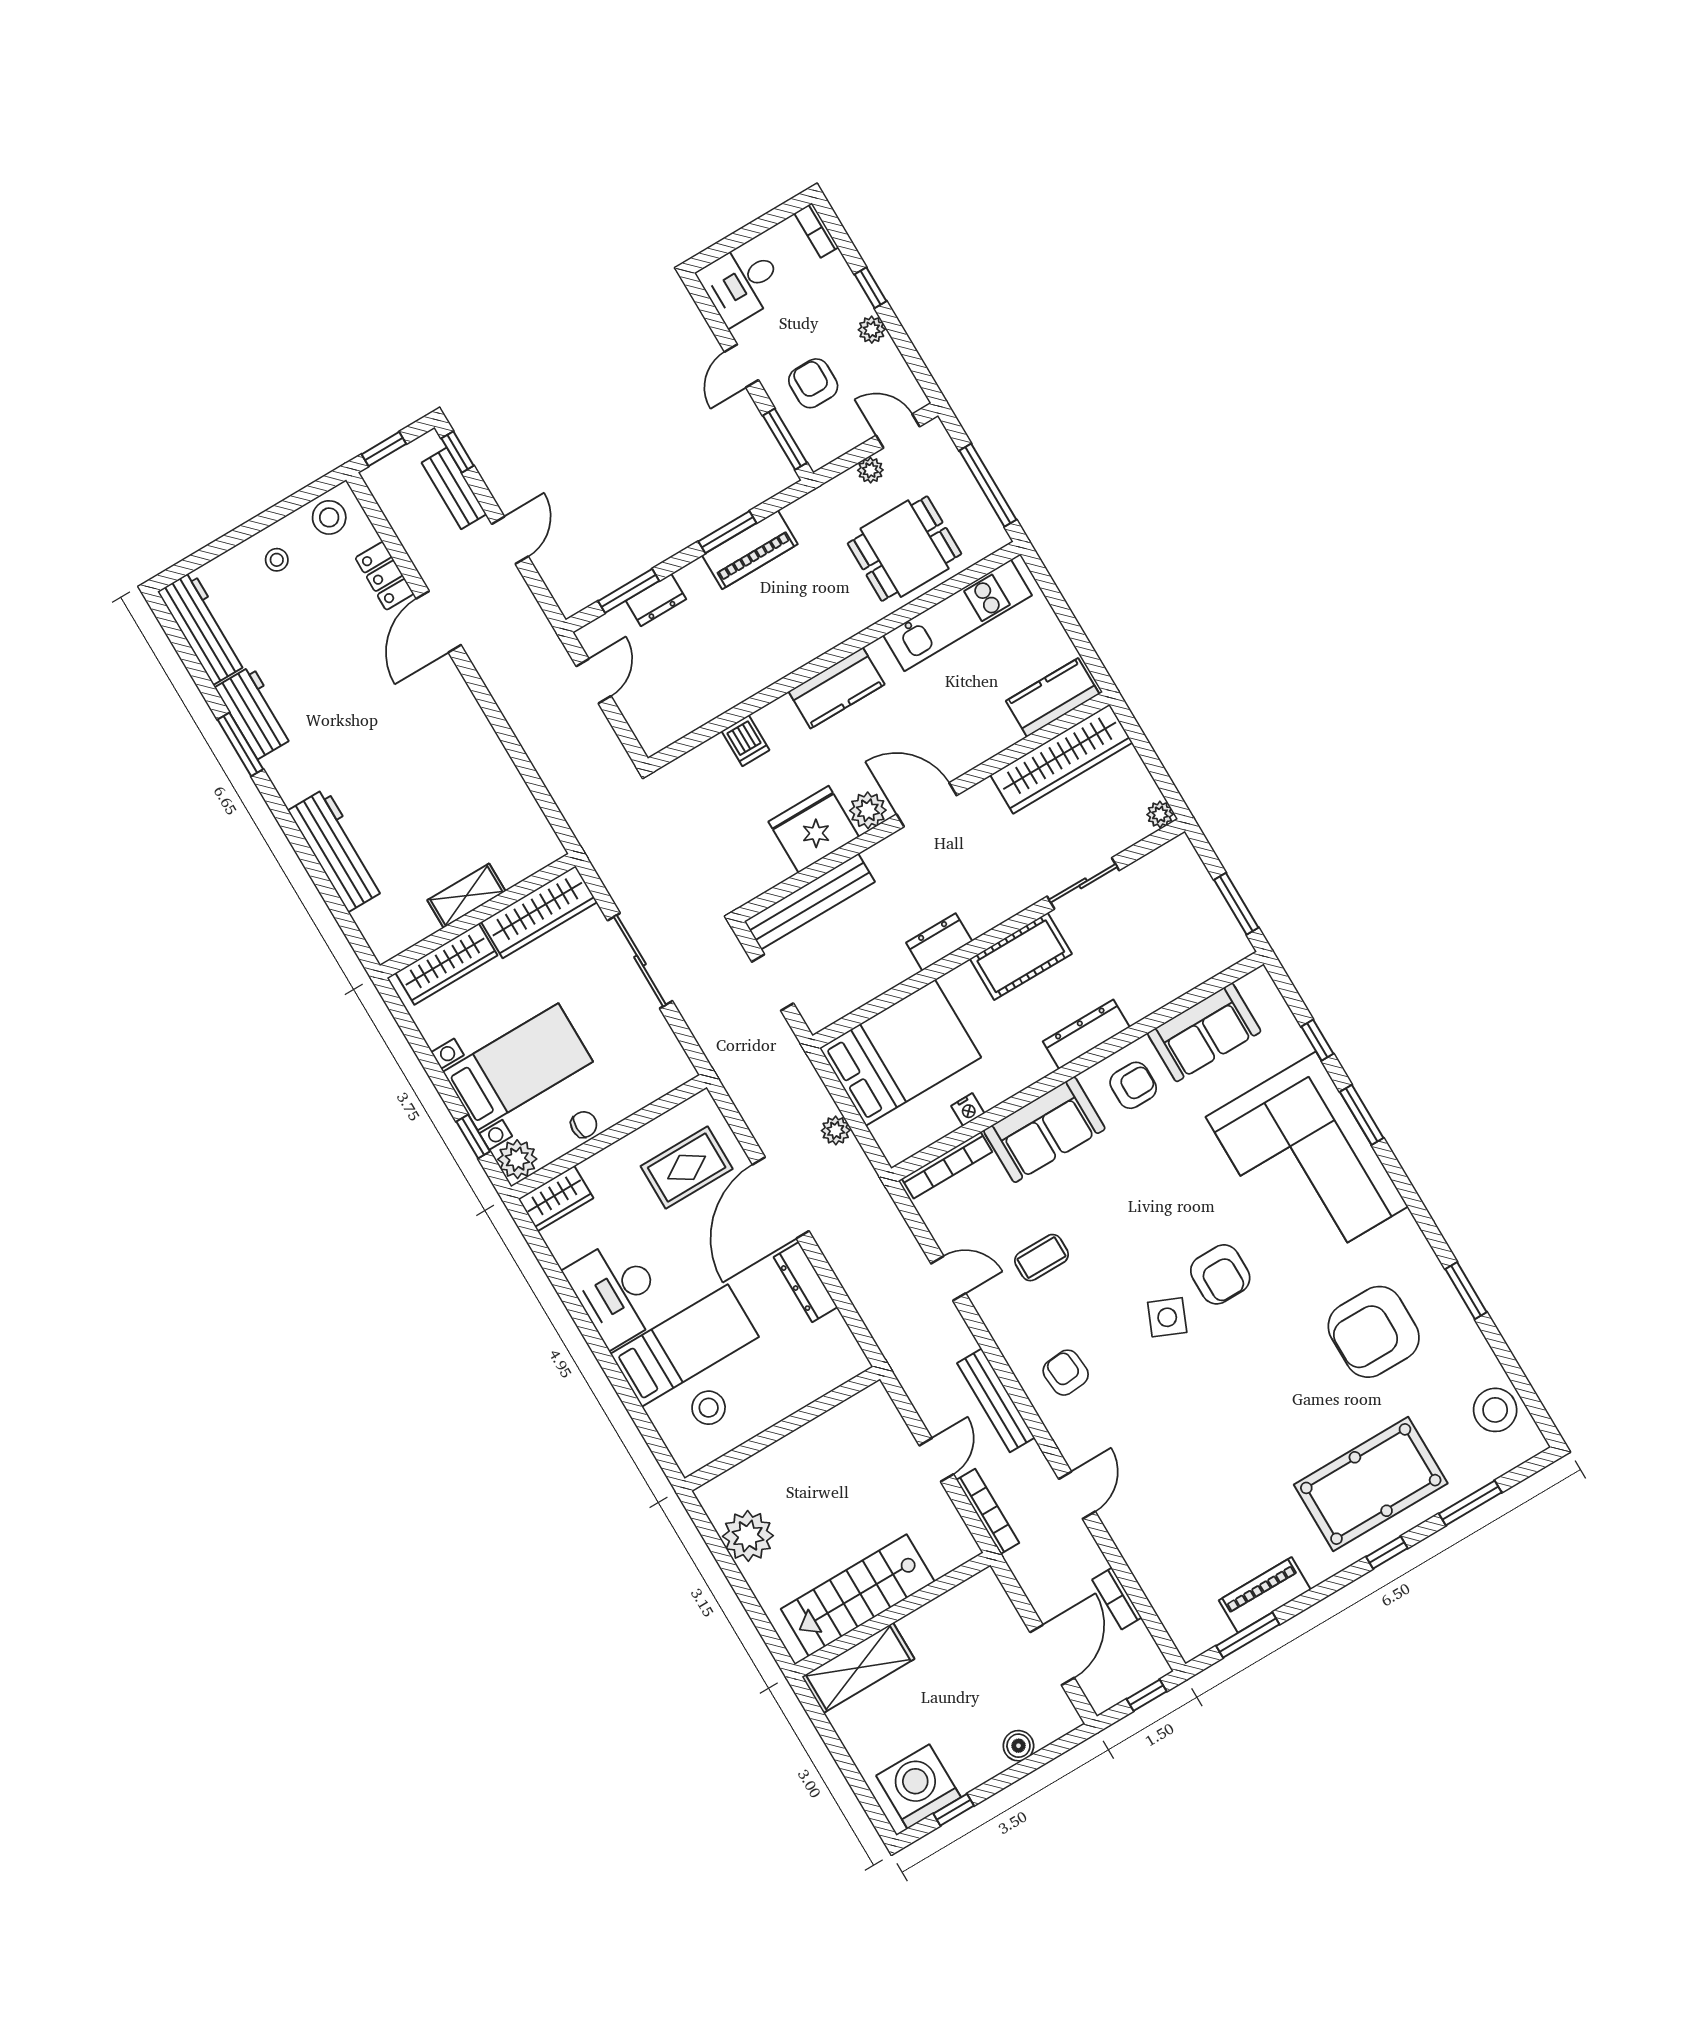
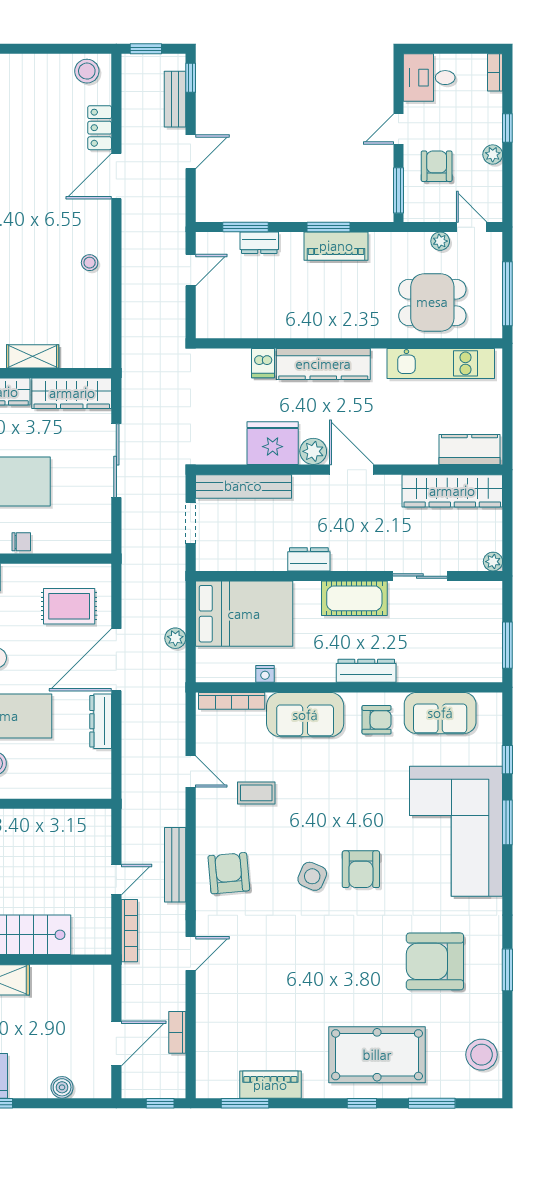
stool: (277, 560) -> (90, 263), moved
kitchen counter: (837, 688) -> (323, 364), width x1.50
armchair: (1066, 1373) -> (229, 873), width x1.38, depth x1.38

